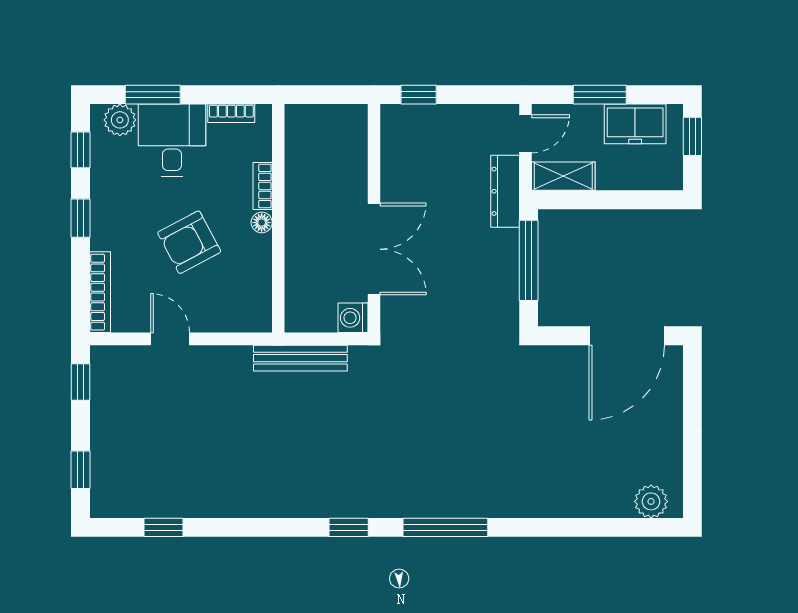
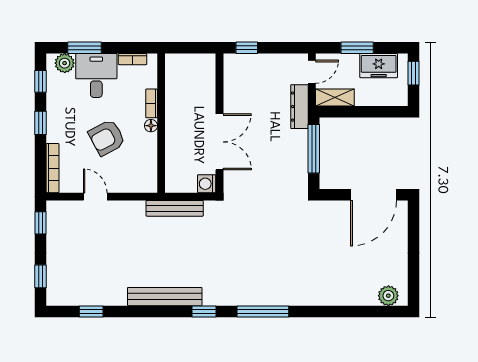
bench: (284, 503) -> (165, 297), added

